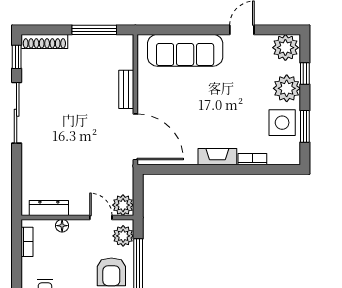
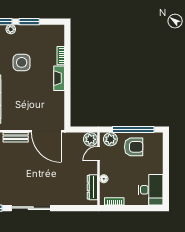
plant: (287, 88) -> (11, 29), width x0.53, depth x0.53
side table: (282, 123) -> (22, 62), moved
window: (305, 126) -> (29, 22), moved
door: (135, 137) -> (46, 131), swing flipped

